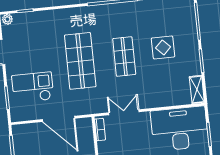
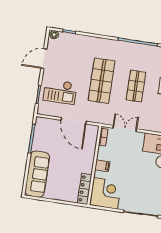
checkout: (33, 87) -> (60, 92), turned 180

